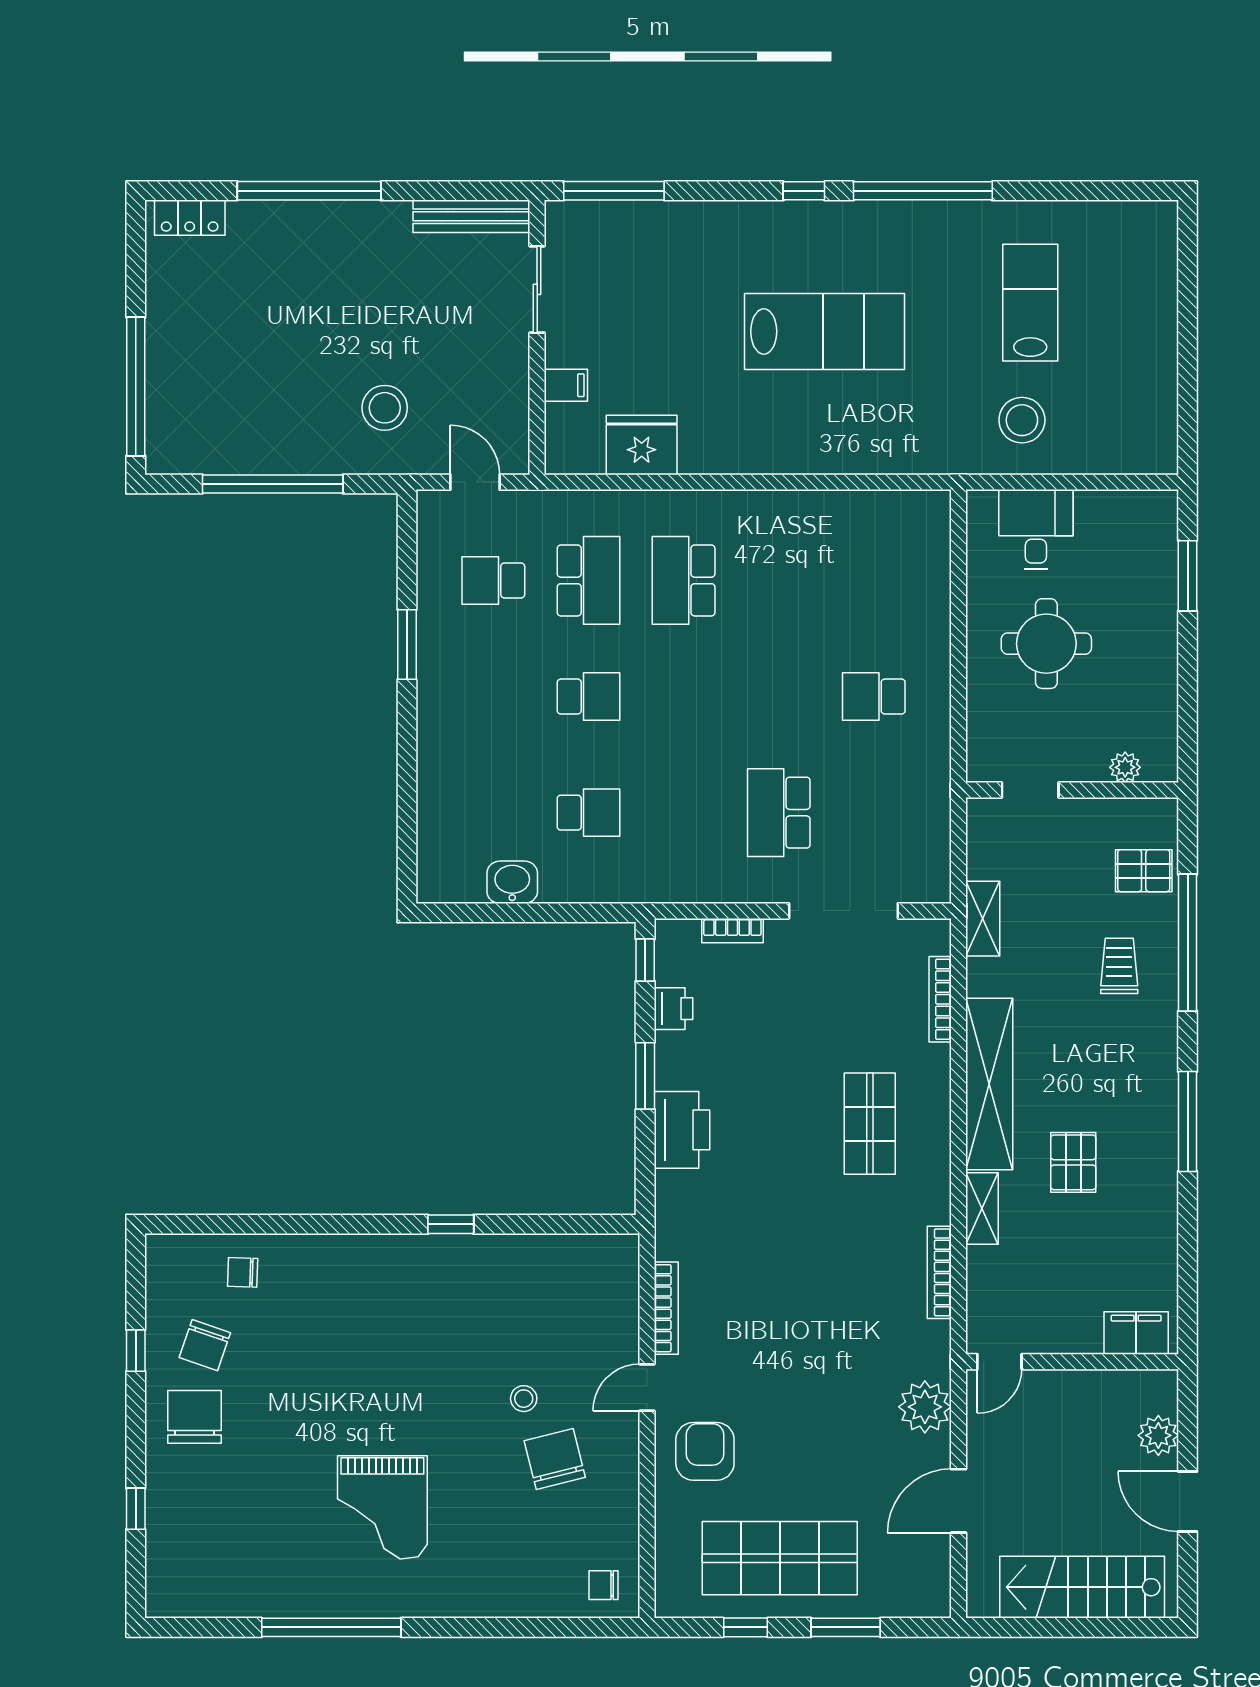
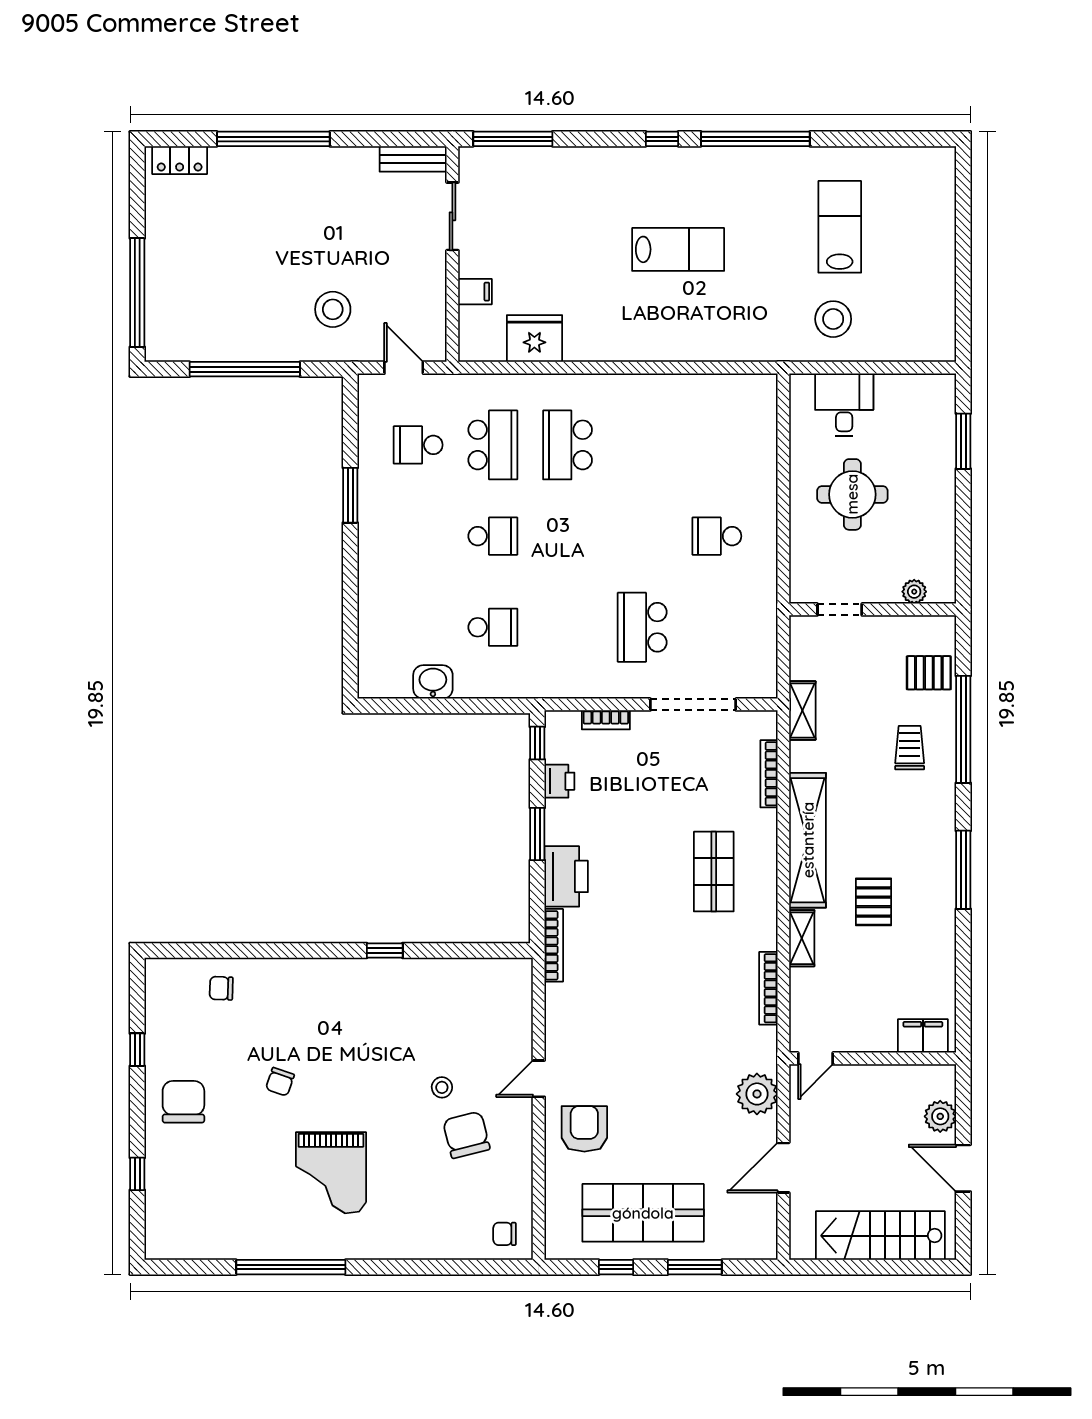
bench: (471, 216) -> (413, 159), width x0.73
lab bench: (824, 331) -> (678, 249), width x0.73, depth x0.72
bookcase: (666, 1308) -> (554, 945), moved
chair: (205, 1345) -> (280, 1082), moved, width x0.73, depth x0.73

